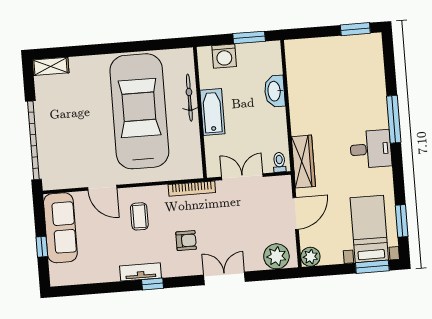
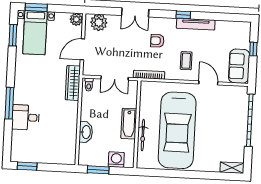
desk: (371, 149) -> (26, 117), moved
sofa: (60, 228) -> (239, 66), width x0.73
tv unit: (141, 272) -> (196, 24), width x1.41

